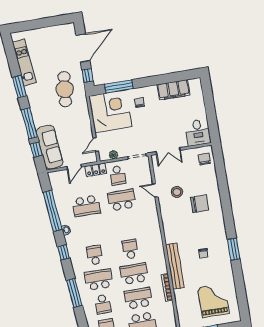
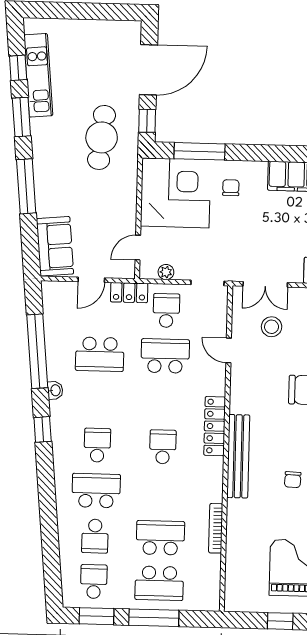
sofa: (50, 147) -> (55, 246), width x0.73
window: (36, 150) -> (18, 68), moved
school desk: (118, 175) -> (166, 310), turned 180
stool: (177, 192) -> (272, 327), moved
locker: (156, 233) -> (215, 426), added
bench: (175, 266) -> (238, 456), moved
school desk: (134, 274) -> (162, 492), removed
window: (74, 293) -> (48, 506), removed

